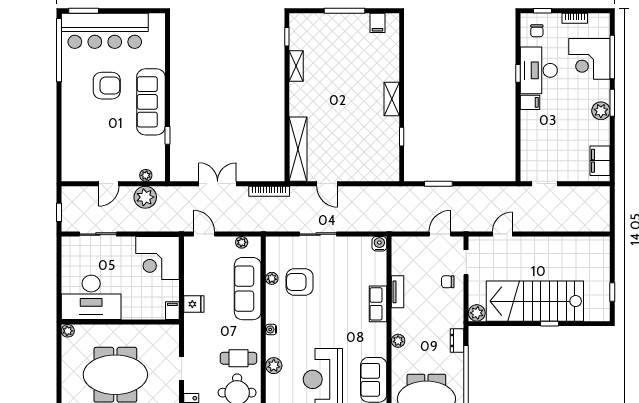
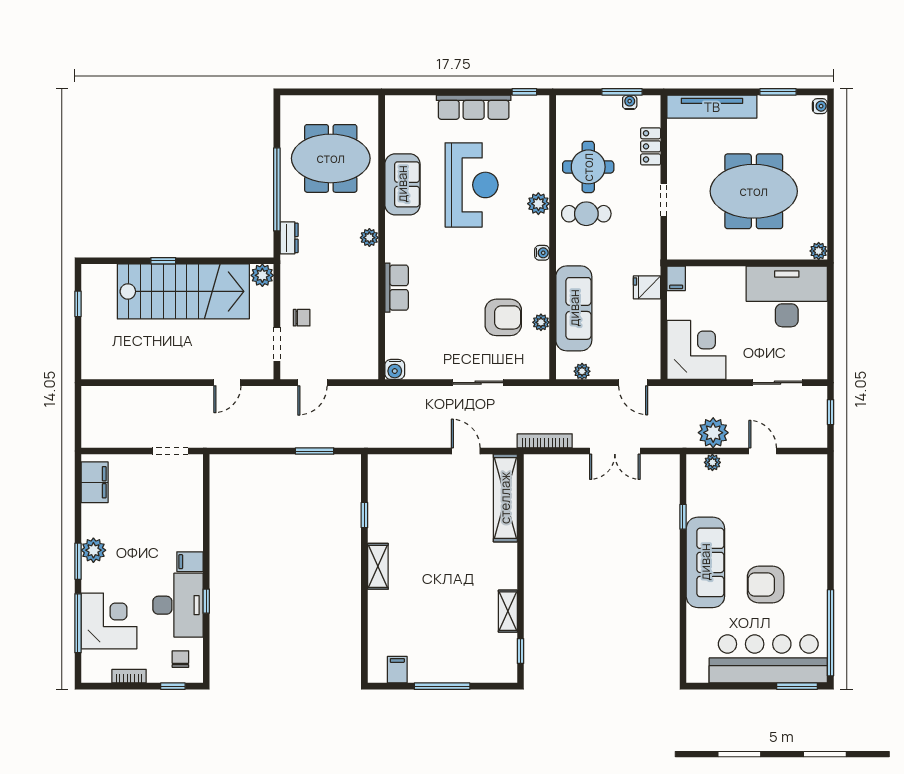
door: (109, 184) -> (763, 451), hinge flipped
tv unit: (398, 292) -> (370, 304), removed

